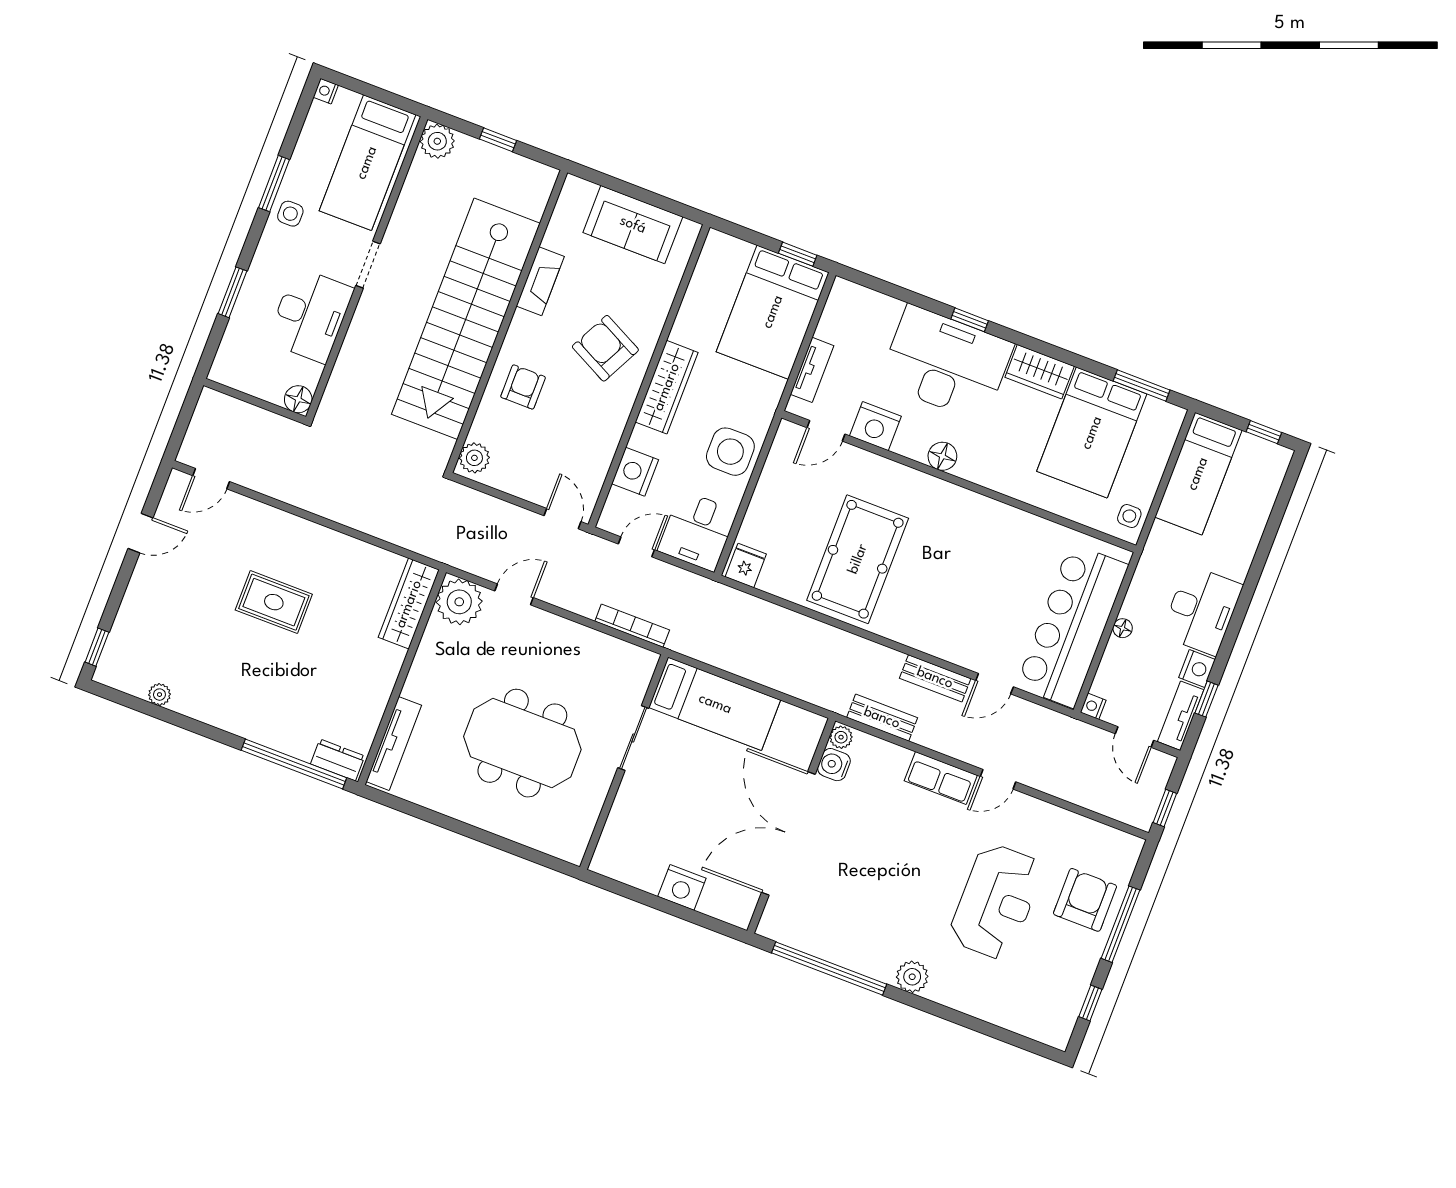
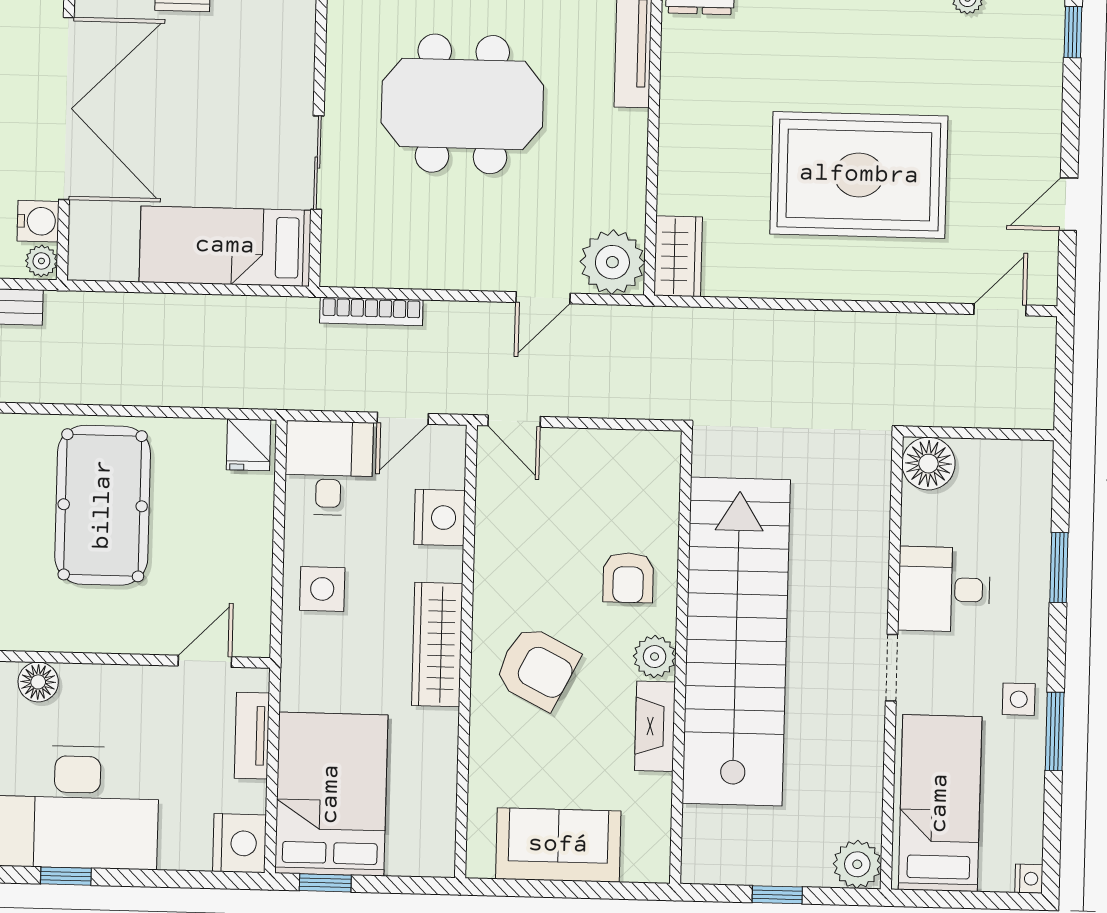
desk: (310, 315) -> (944, 589), width x0.73
floor lamp: (298, 399) -> (928, 464), width x1.38, depth x1.38
nightstand: (875, 426) -> (239, 843), moved, turned 90
side table: (730, 452) -> (322, 589), width x0.73, depth x0.73
plant: (474, 458) -> (655, 657), moved
rug: (274, 602) -> (859, 175), width x1.86, depth x2.06
wardrobe: (409, 604) -> (678, 256), width x0.67

